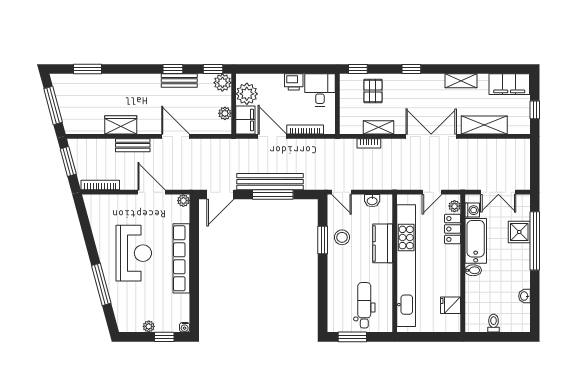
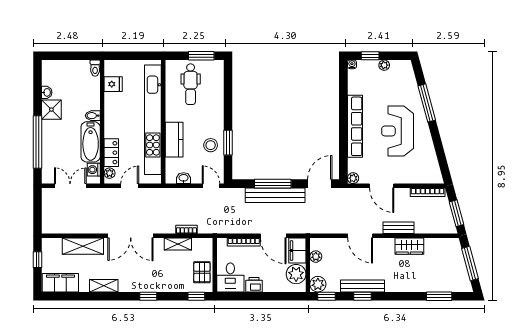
bench: (179, 81) -> (363, 286), width x1.36
pallet: (373, 91) -> (202, 272), moved
shower: (519, 232) -> (51, 110), moved
toilet: (494, 323) -> (95, 68), moved

